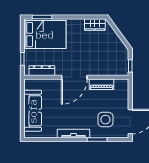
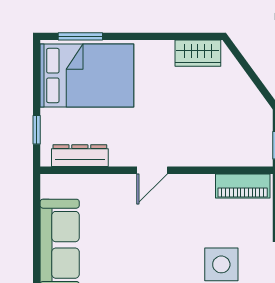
door: (74, 77) -> (152, 170), width x0.53
piano: (102, 84) -> (243, 186), moved

